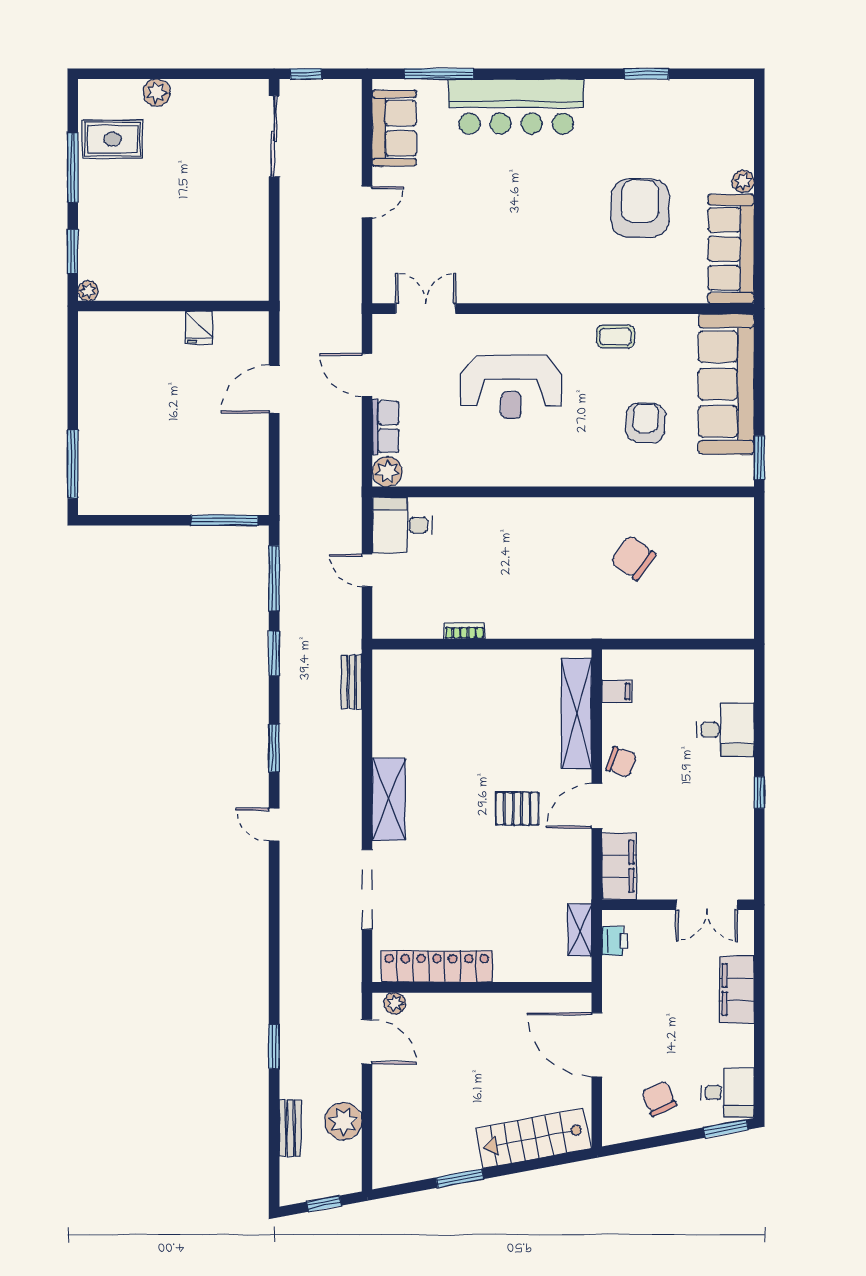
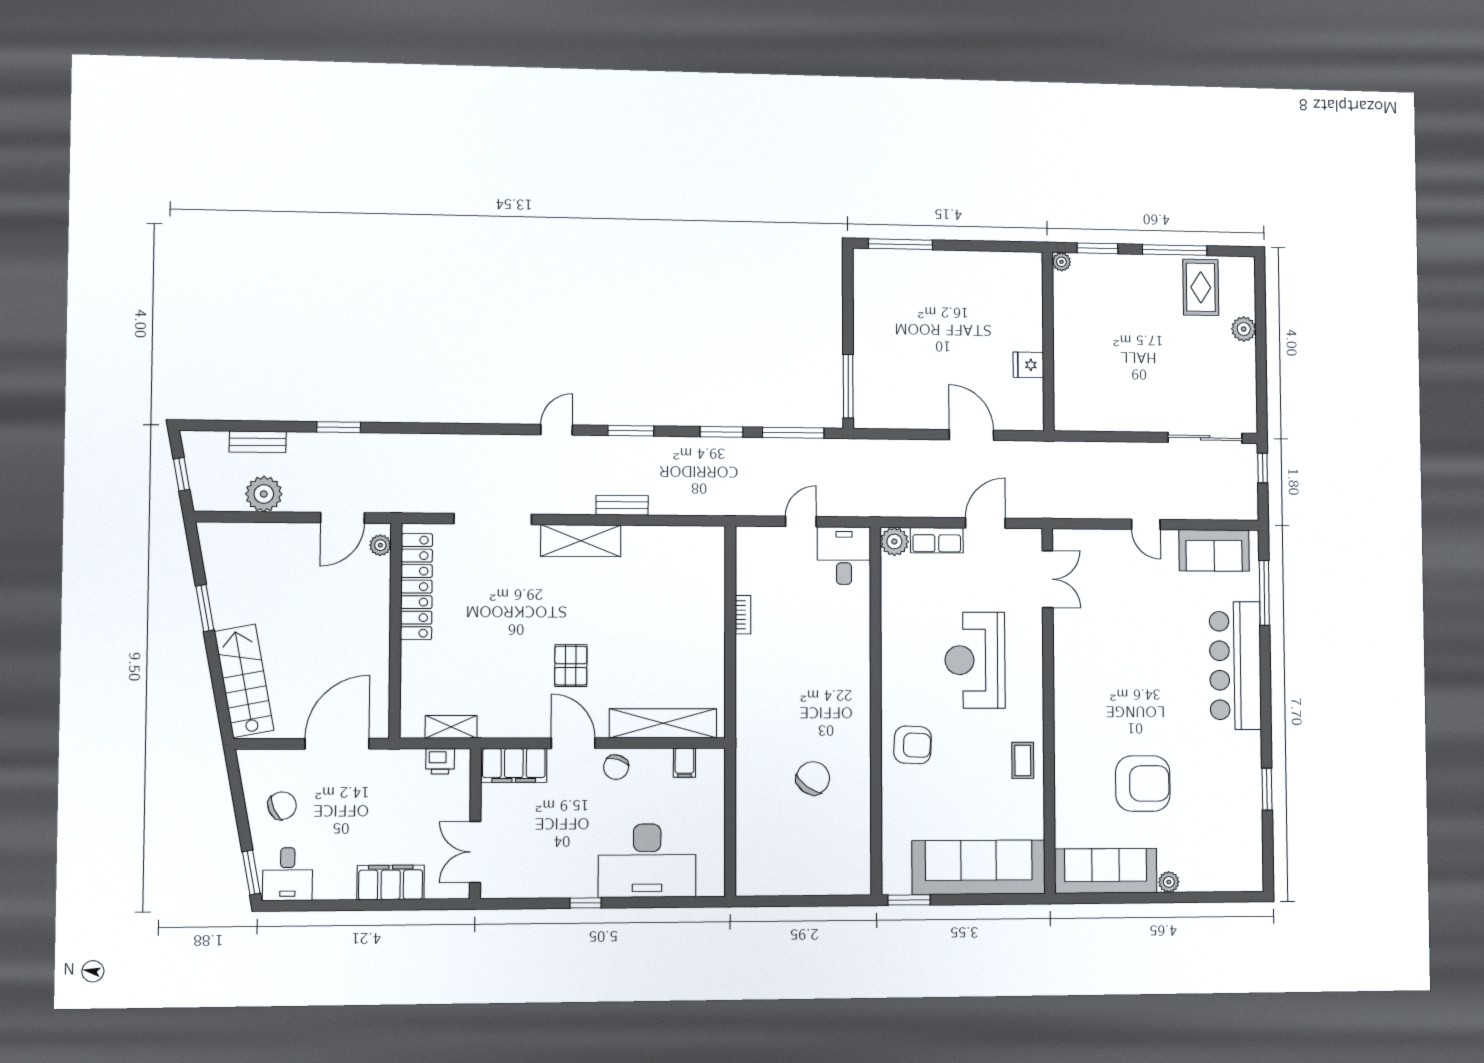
armchair: (646, 423) -> (913, 745), moved
bench: (352, 682) -> (622, 505), moved
desk: (725, 730) -> (647, 861), width x1.87, depth x1.30

